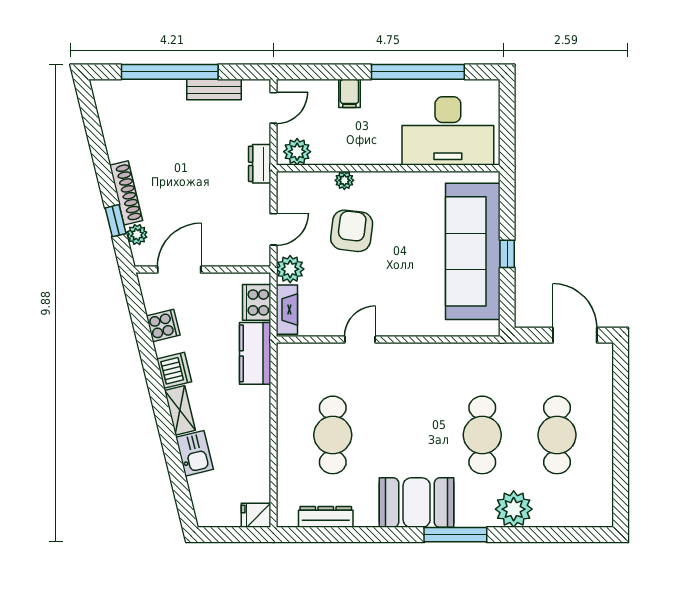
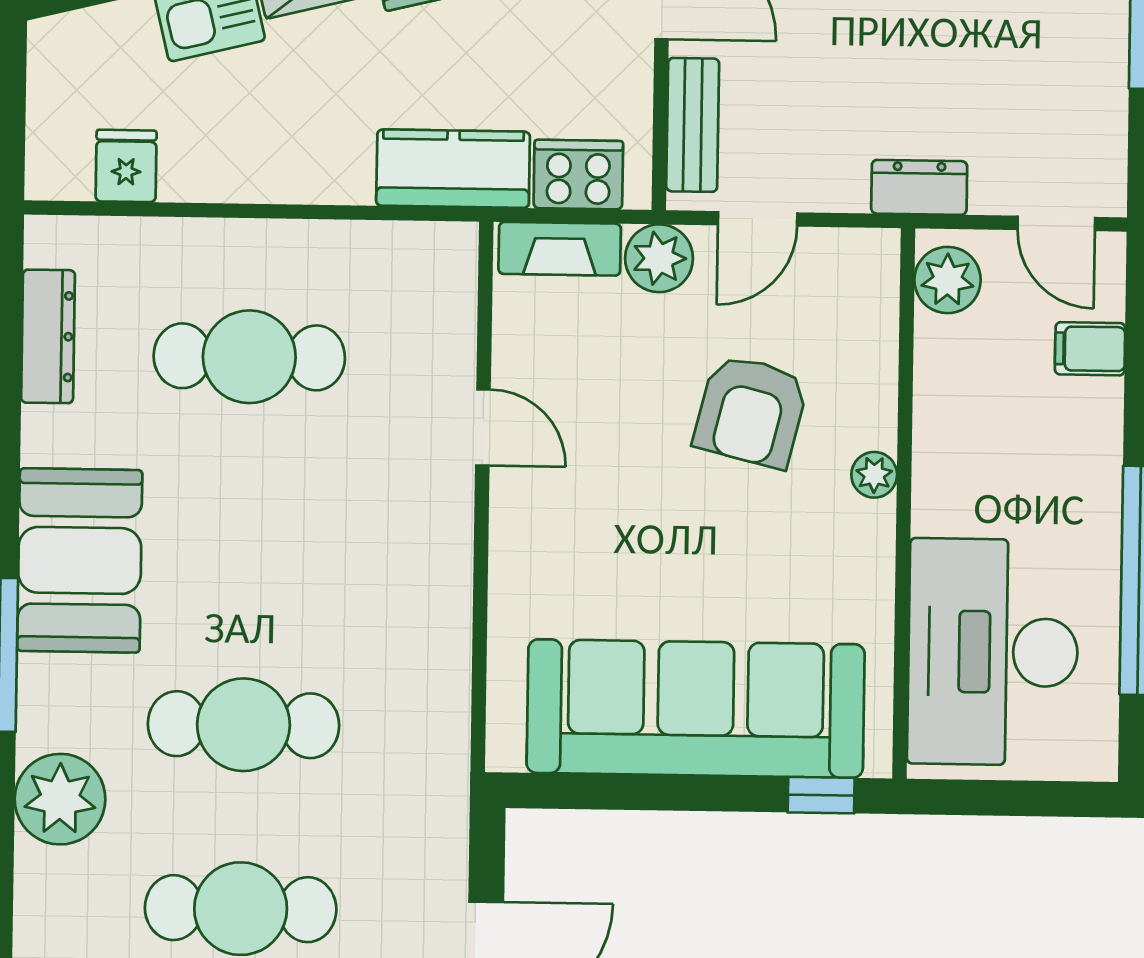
bench: (214, 90) -> (693, 125), moved
filing cabinet: (349, 93) -> (1090, 349), moved
plant: (344, 180) -> (874, 475), moved
door: (273, 229) -> (758, 219), hinge flipped
armchair: (352, 231) -> (751, 411), turned 97
window: (507, 254) -> (821, 795), moved
fridge: (256, 515) -> (126, 166), moved

